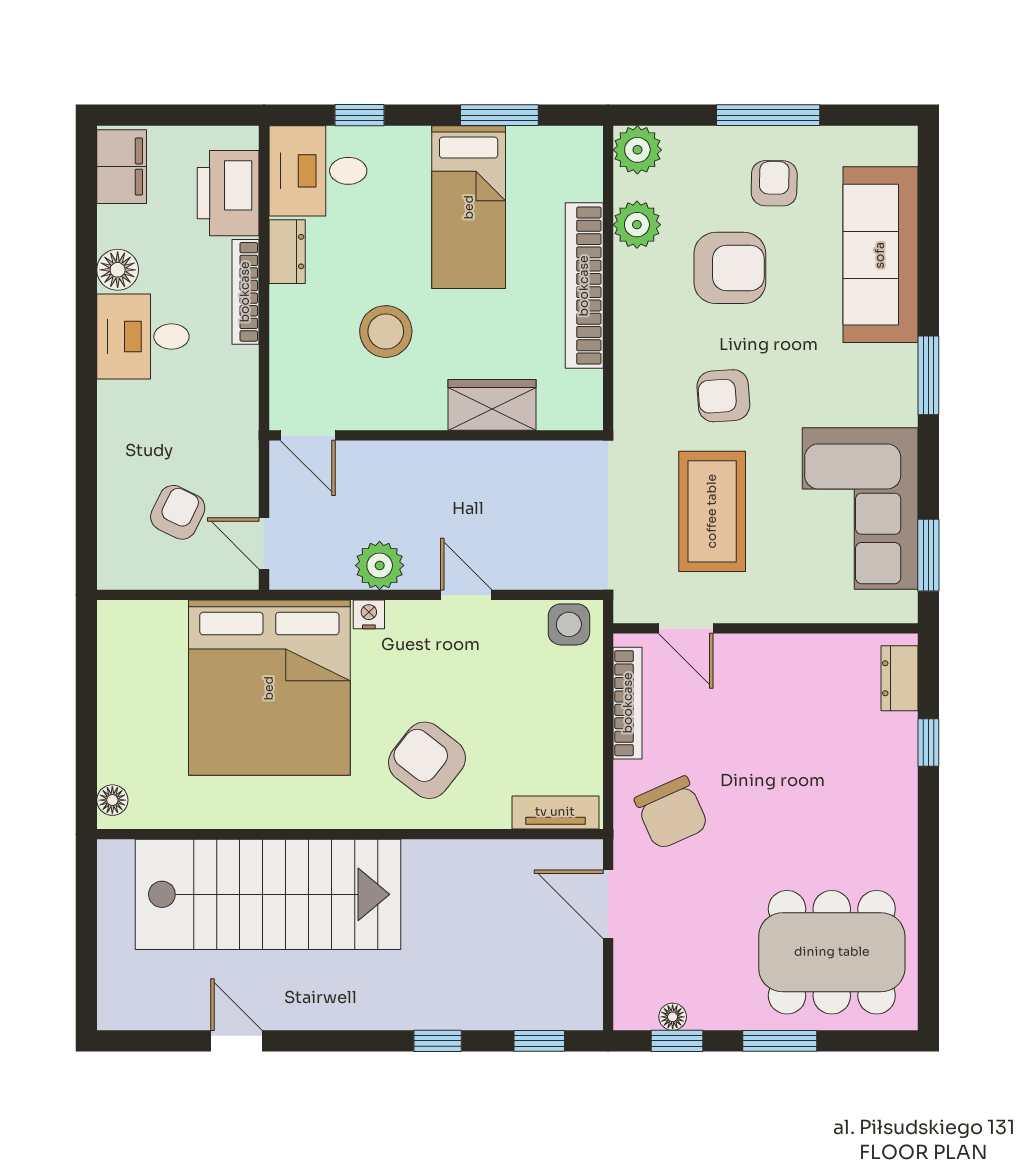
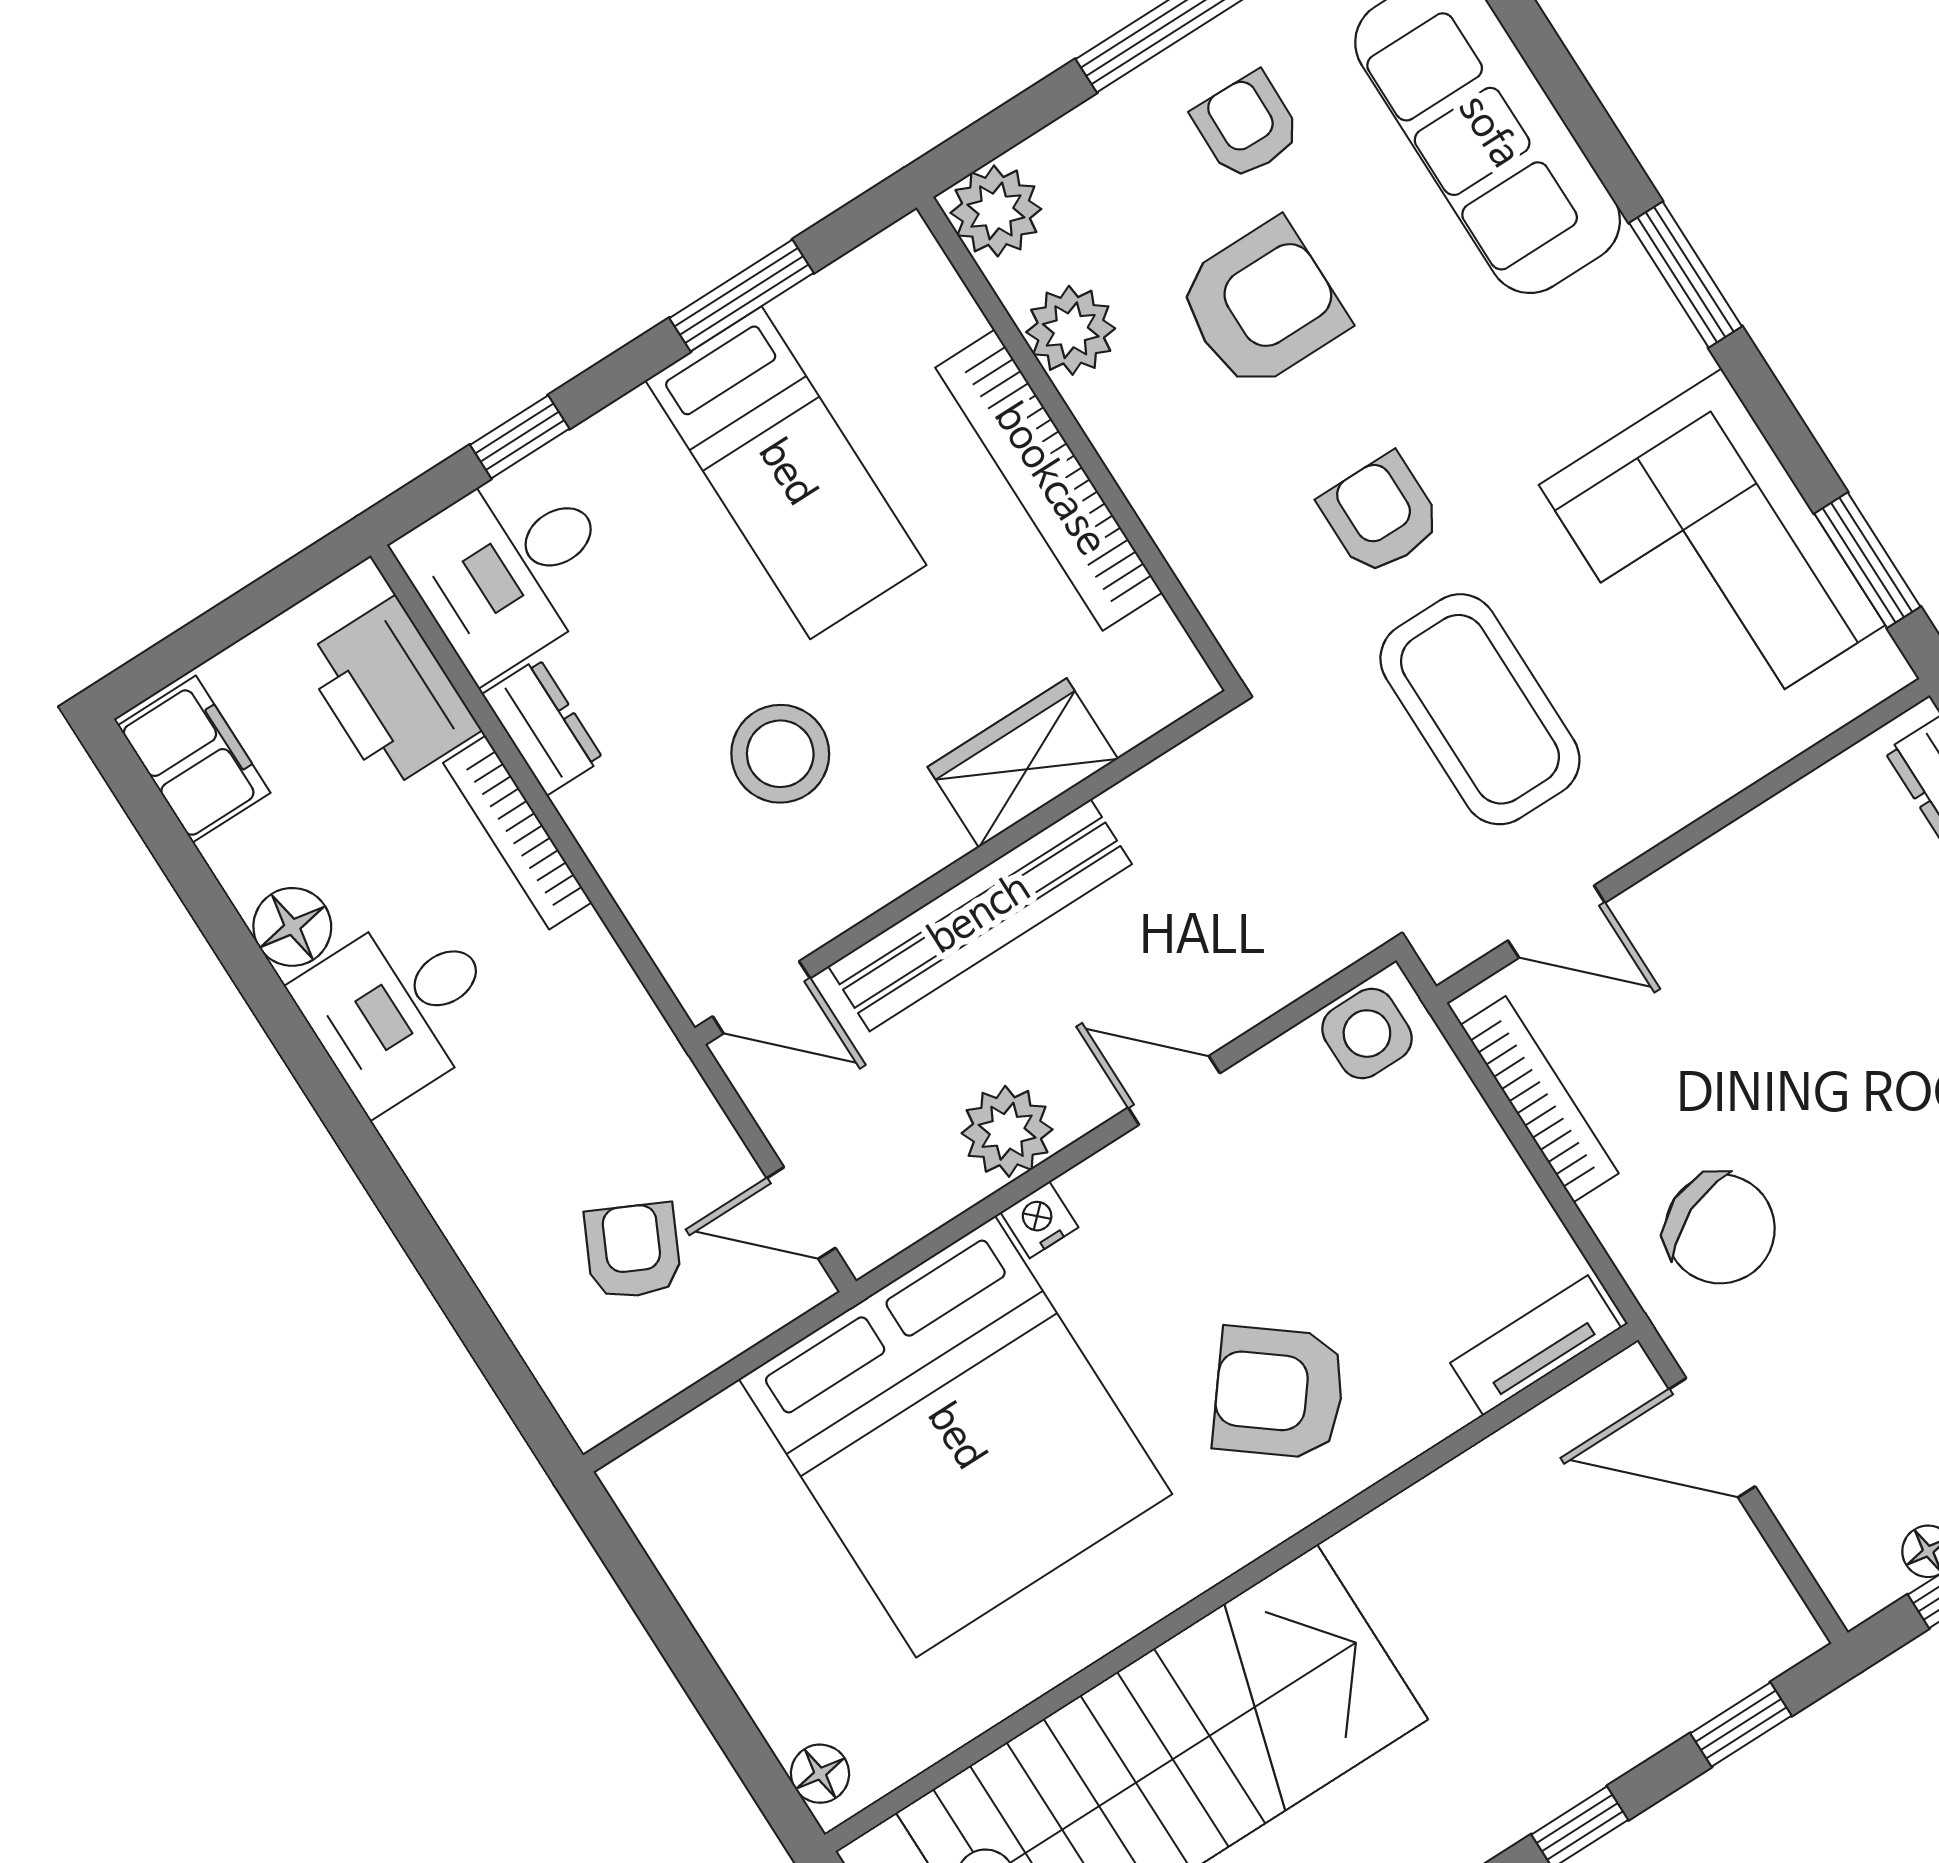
armchair: (723, 396) -> (1381, 514), turned 94
bench: (429, 461) -> (980, 915), added

